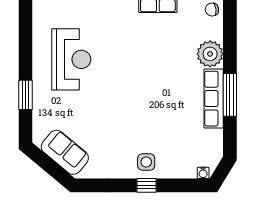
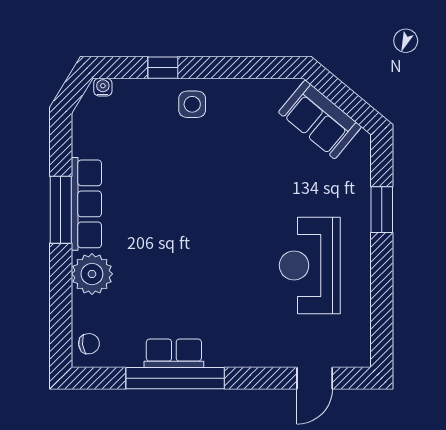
window: (146, 185) -> (163, 68), moved

